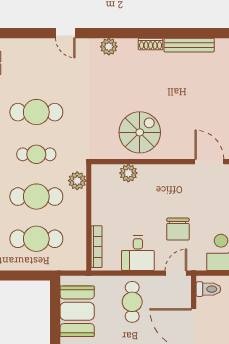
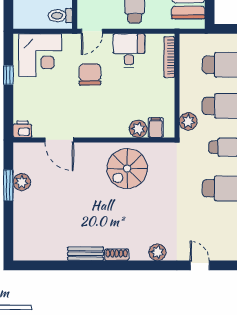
bench: (189, 45) -> (86, 254), width x0.73
filing cabinet: (111, 174) -> (156, 128), added

